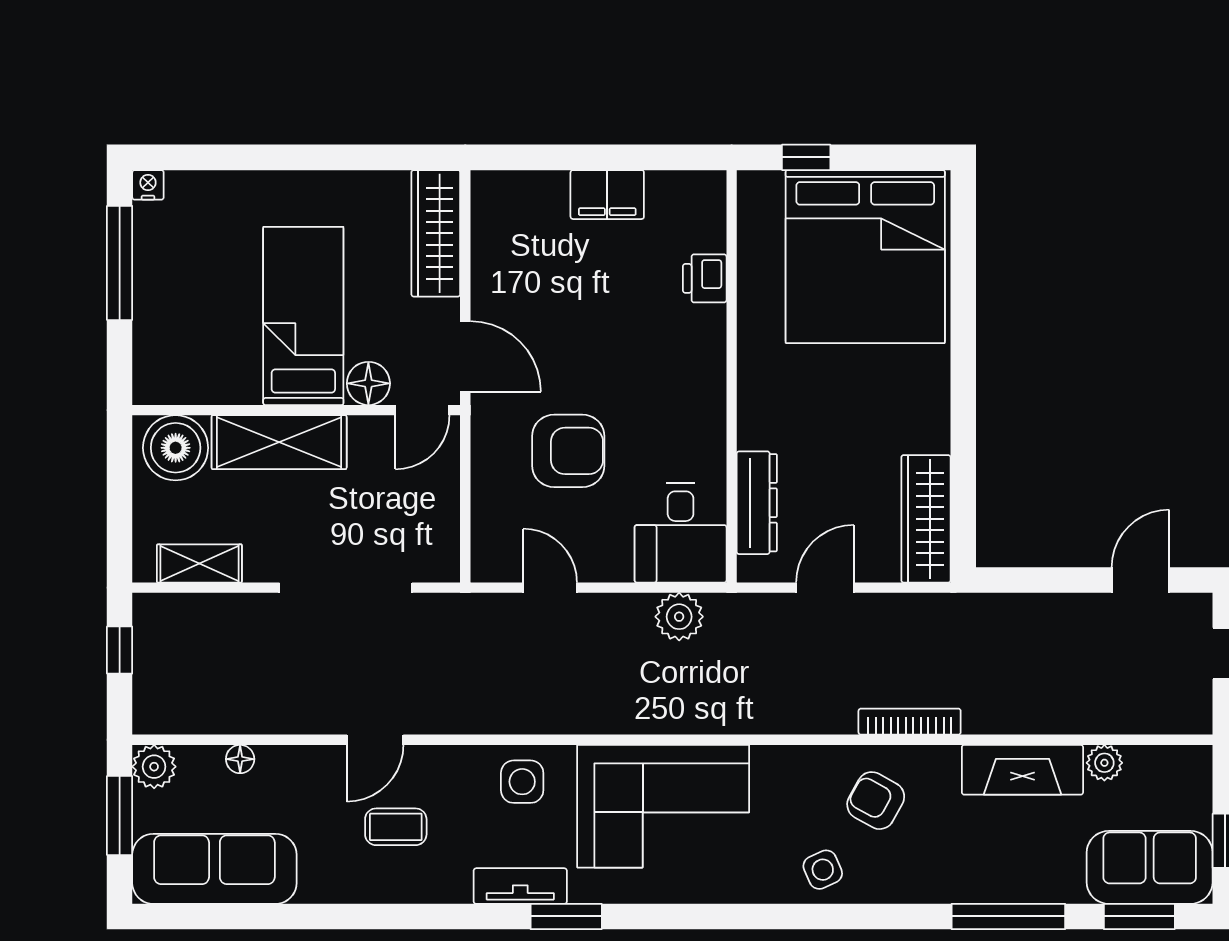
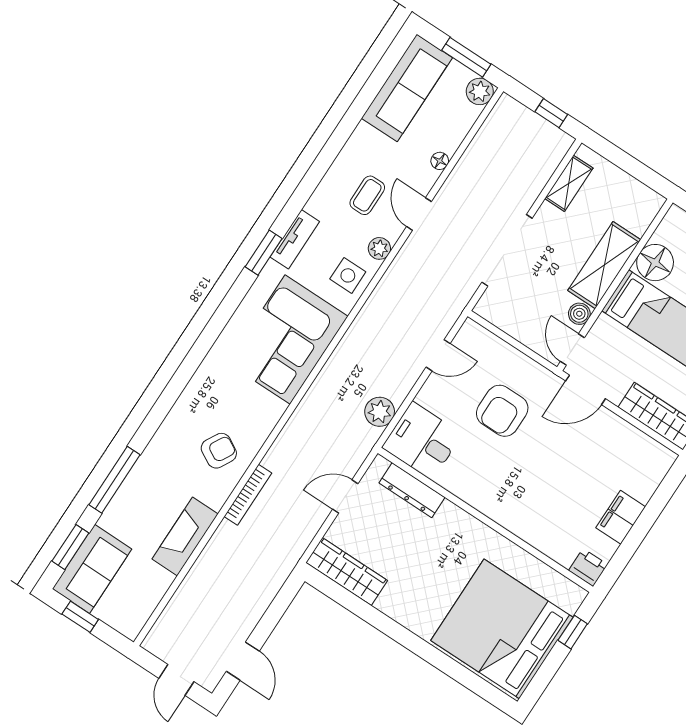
printer: (705, 278) -> (588, 567), moved
floor lamp: (368, 383) -> (655, 263), moved, width x1.38, depth x1.38
boiler: (176, 448) -> (579, 314), moved, width x0.54, depth x0.54
door: (825, 588) -> (345, 496), swing flipped
floor lamp: (240, 759) -> (440, 161), moved
plant: (1104, 763) -> (379, 248), moved
side table: (823, 870) -> (201, 400), removed

